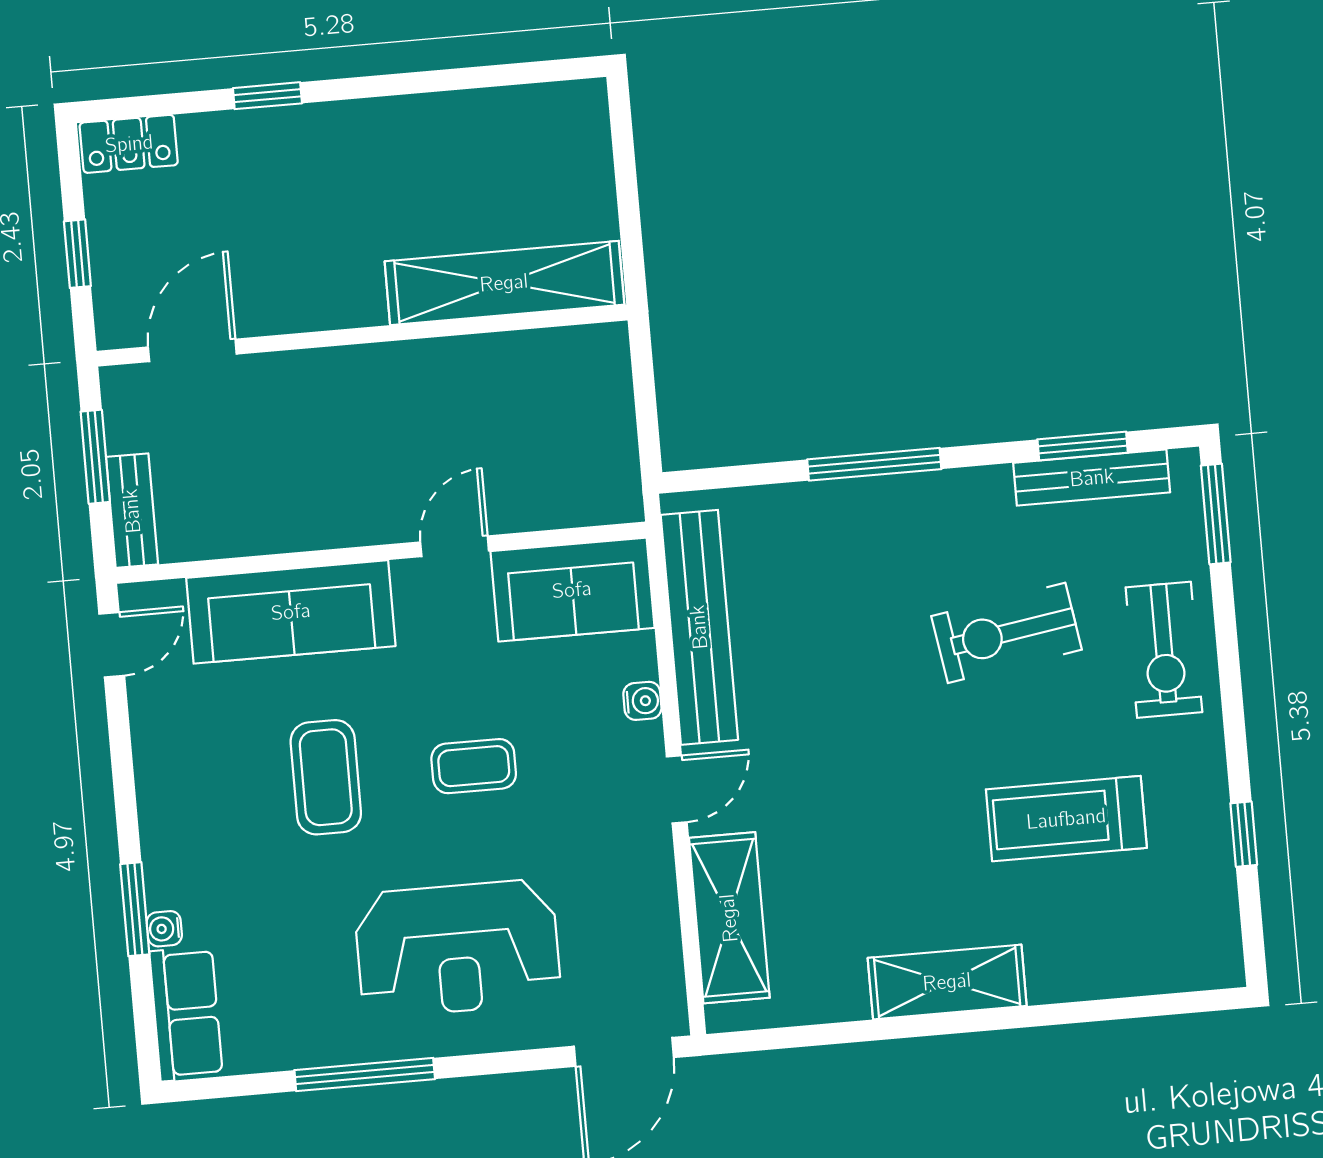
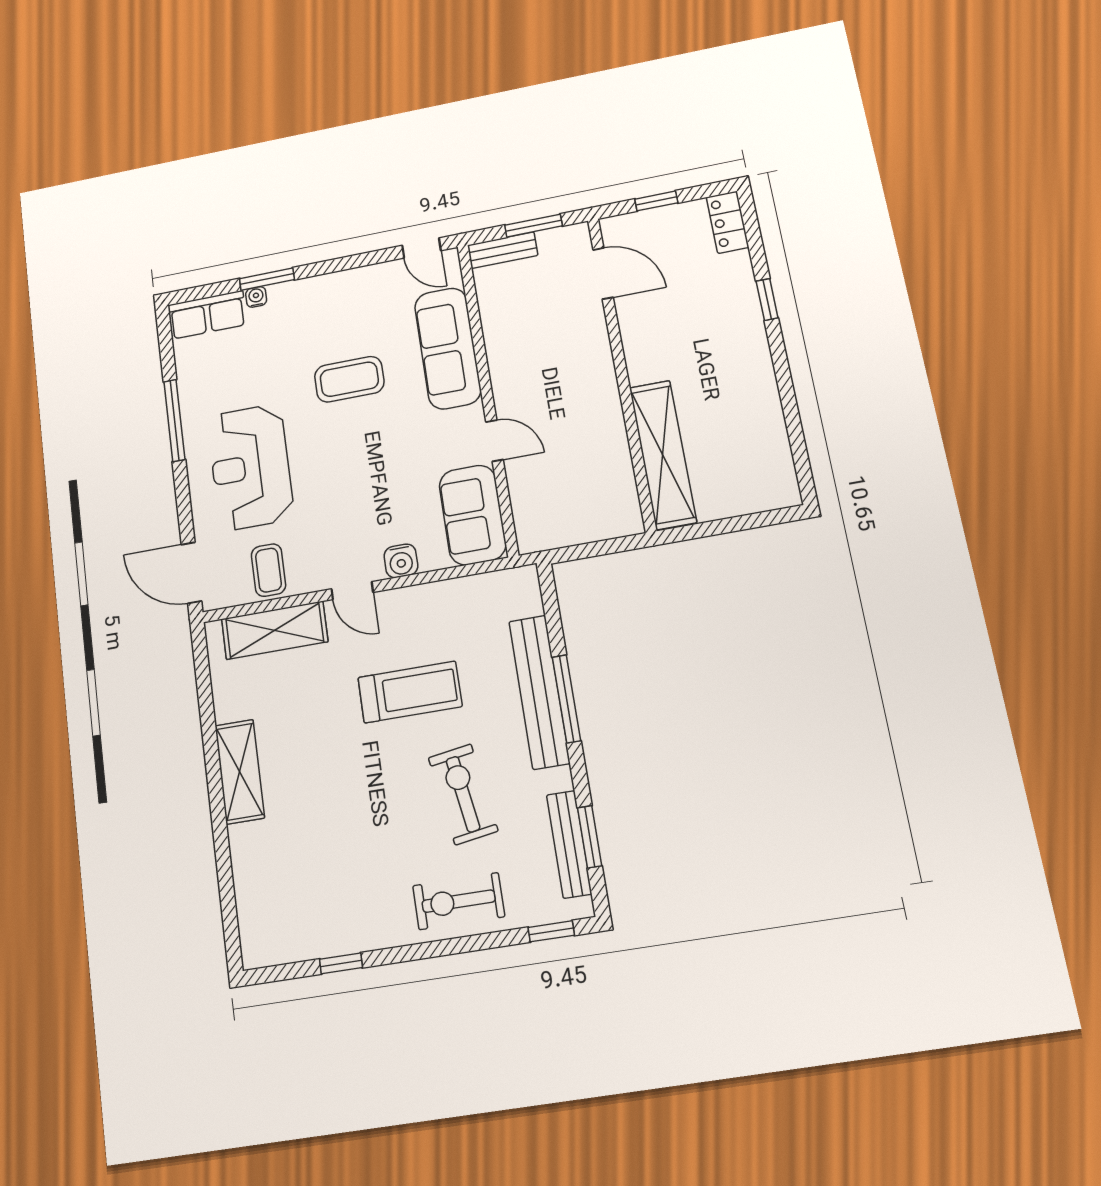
window: (1216, 514) -> (551, 931), width x0.67
bench: (699, 627) -> (539, 692), moved, turned 90
water cooler: (642, 701) -> (401, 561), width x1.38, depth x1.38
coffee table: (474, 766) -> (268, 570), moved
treadmill: (1066, 819) -> (410, 692), moved, turned 90

